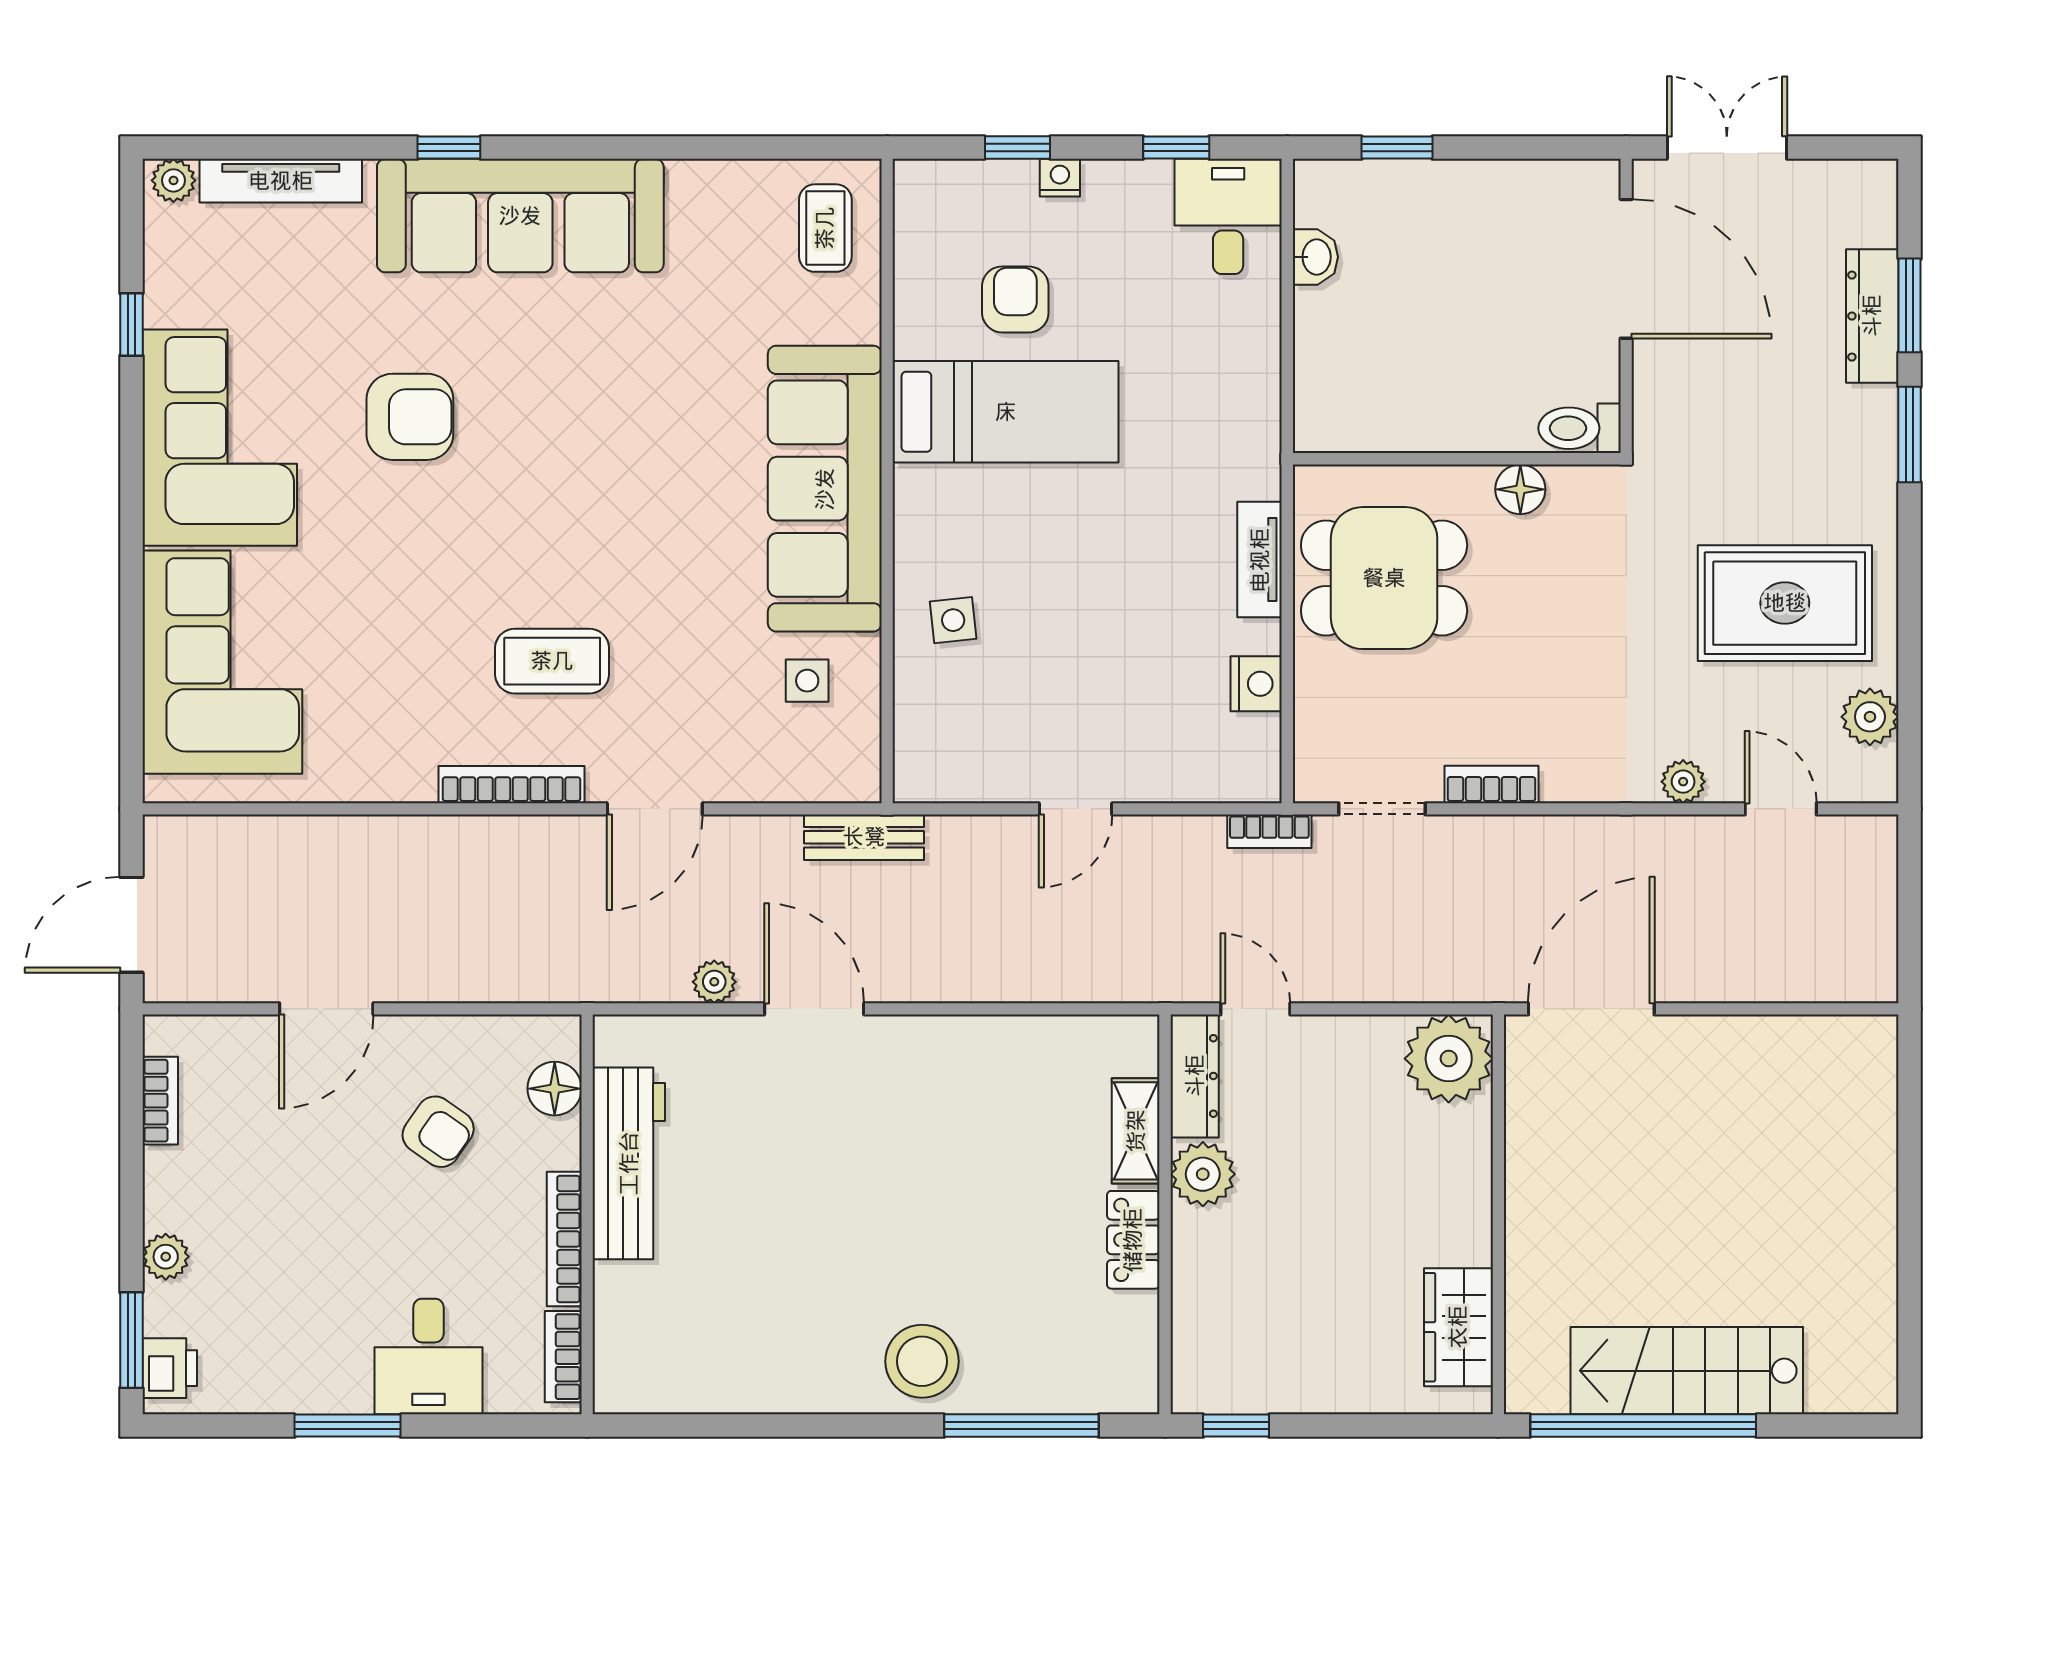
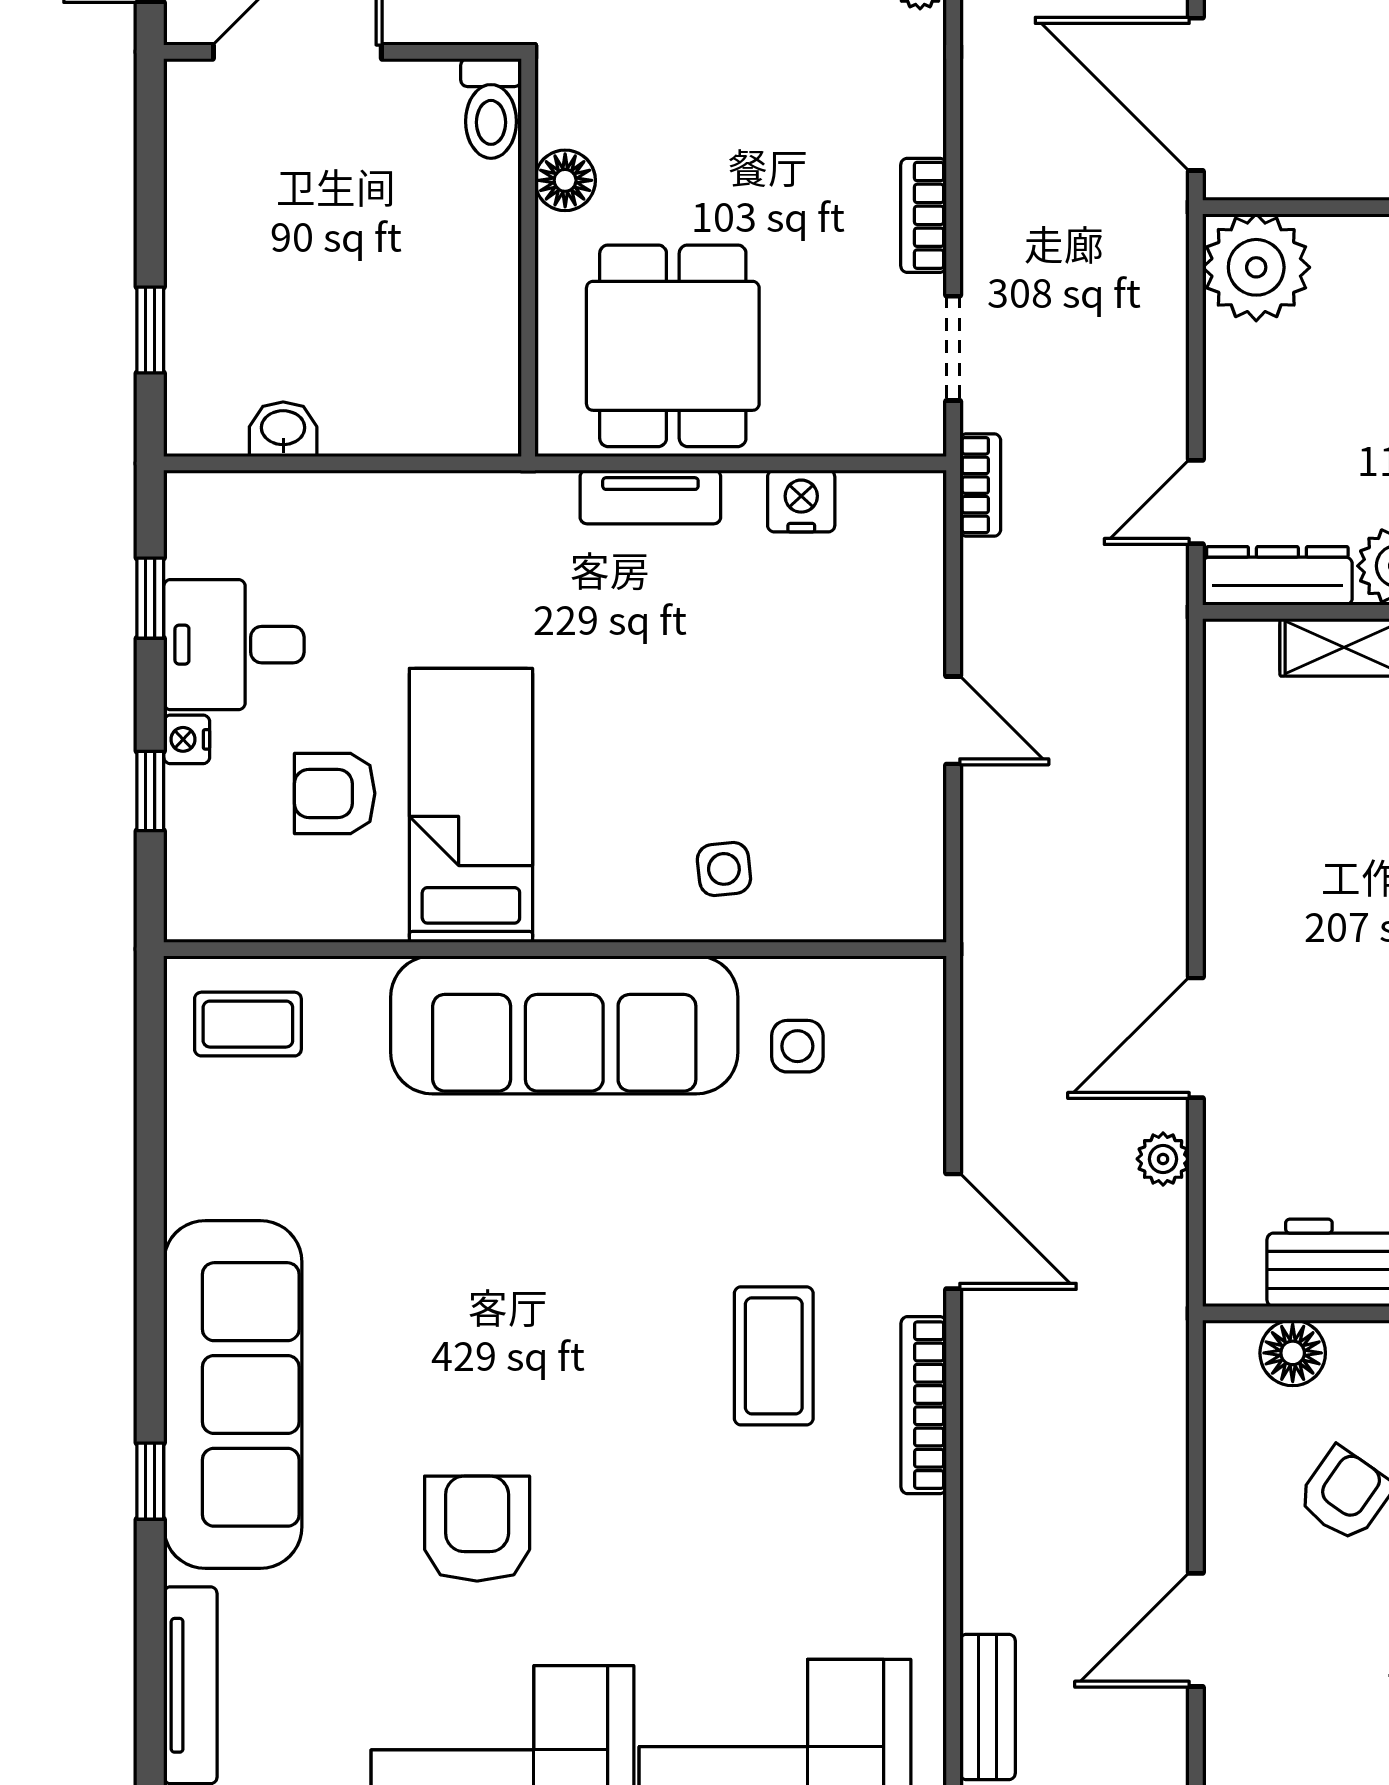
desk: (1228, 216) -> (234, 645), moved
bench: (864, 837) -> (988, 1707), moved
door: (326, 1009) -> (1196, 1630), swing flipped

